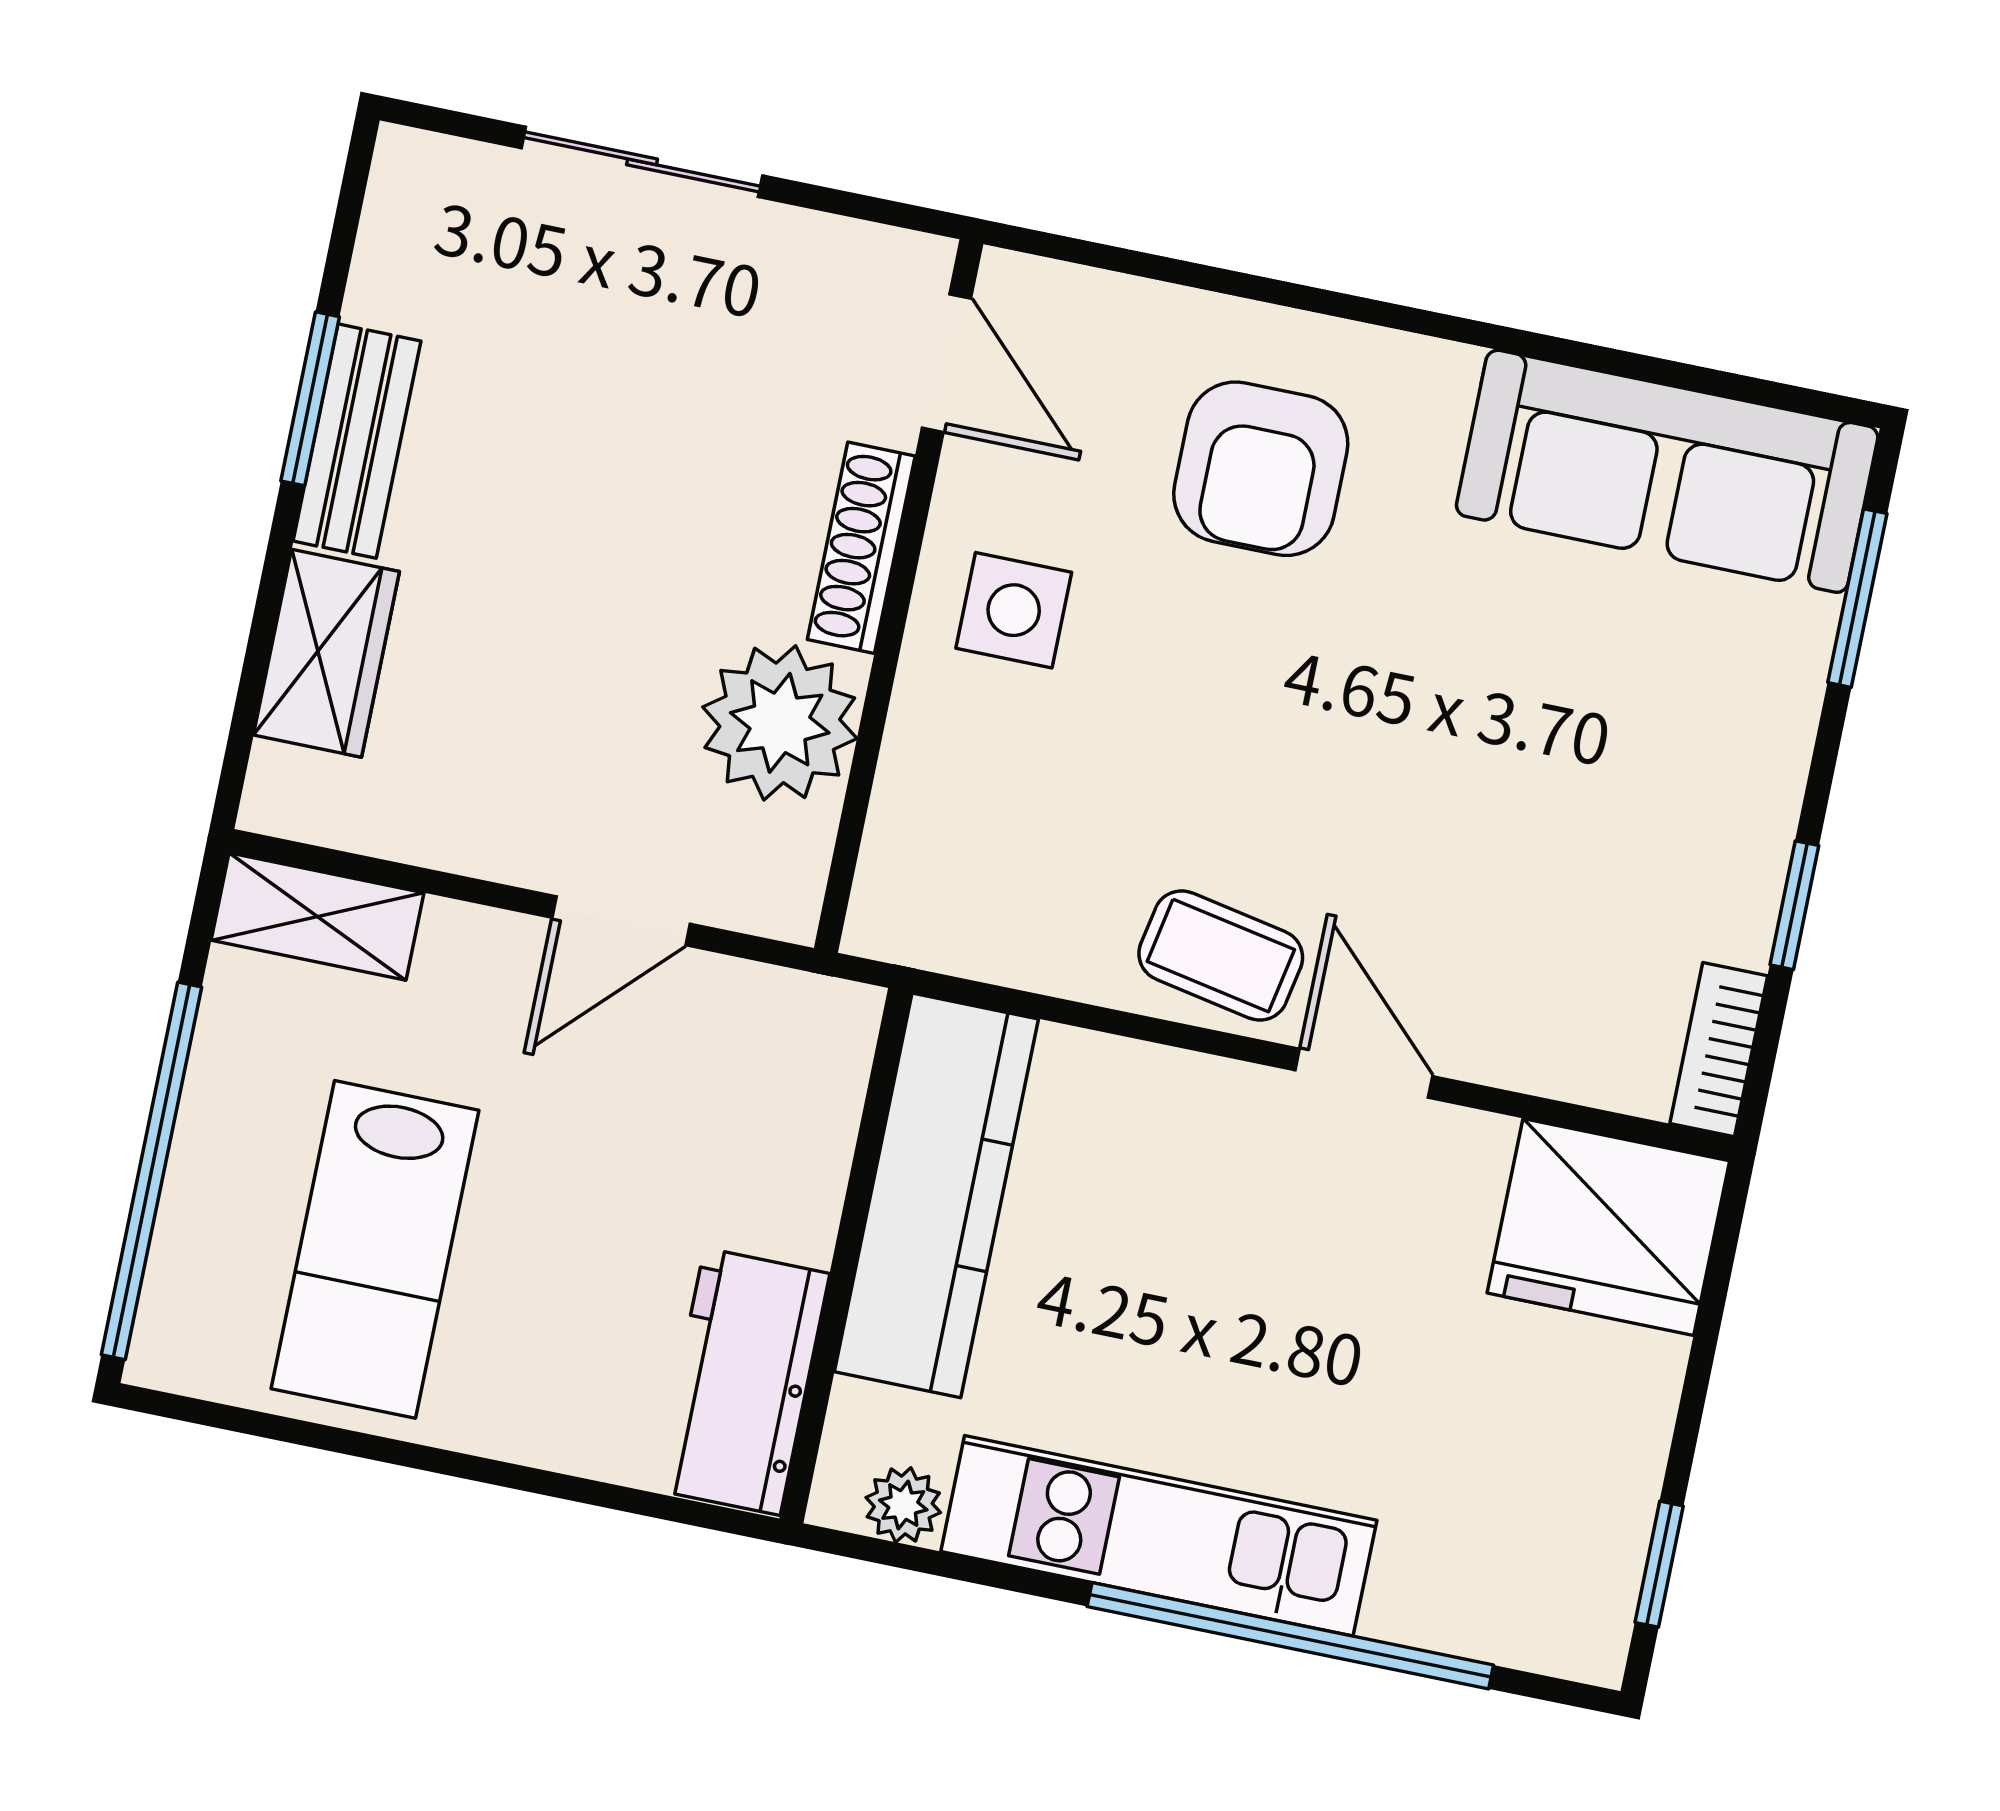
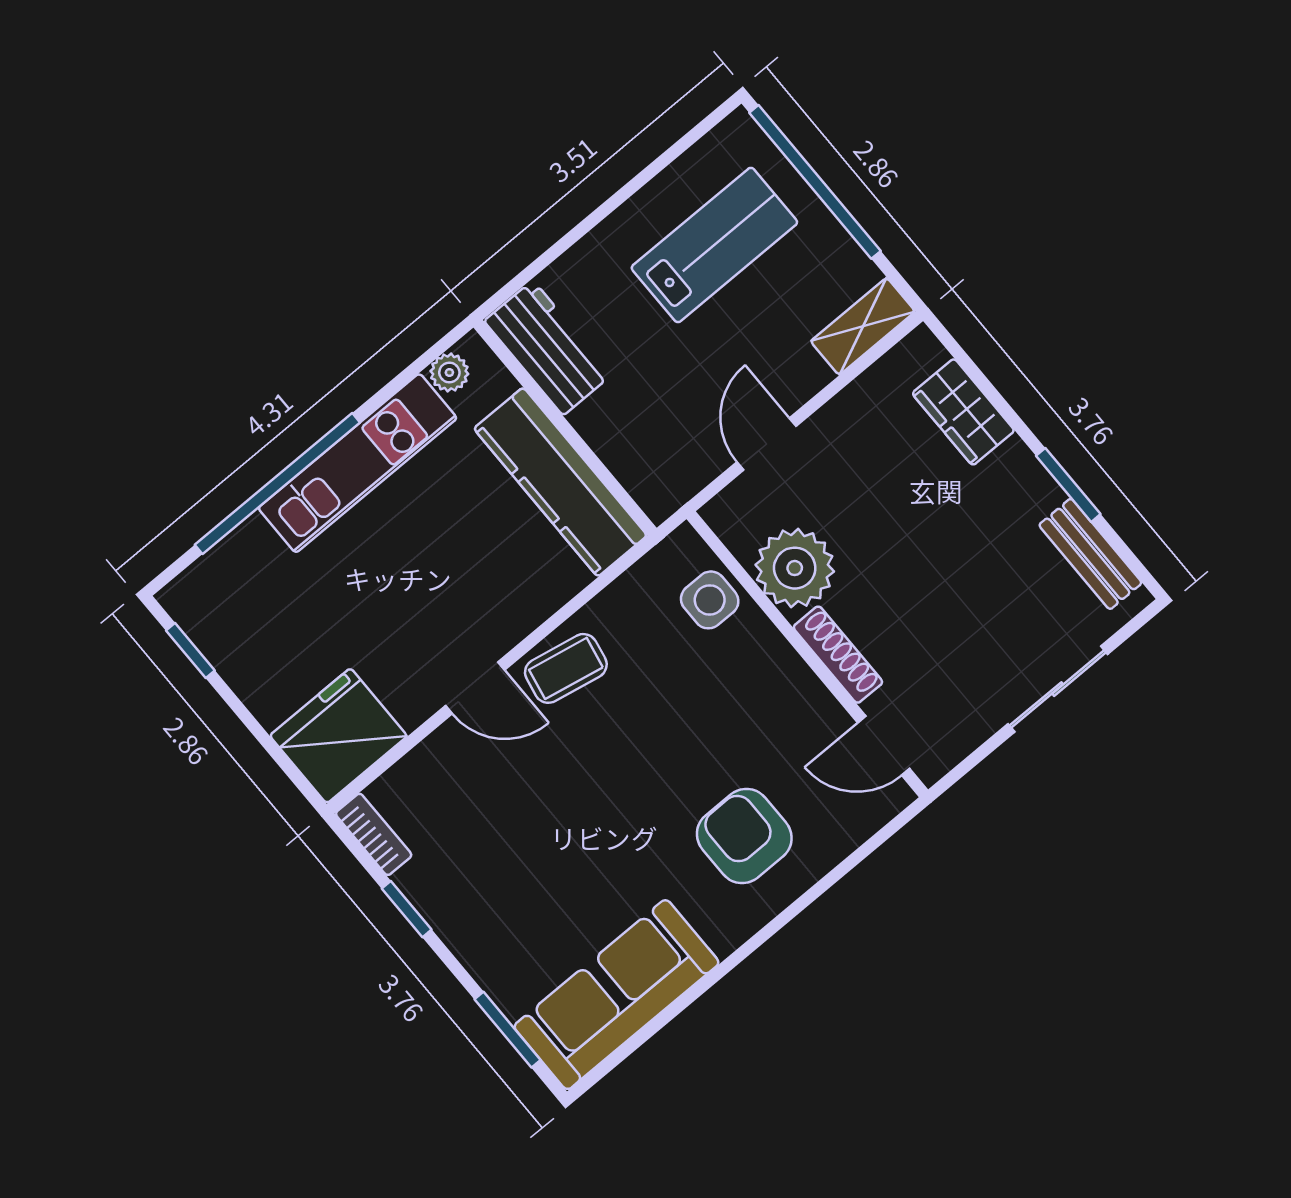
bench: (357, 441) -> (1090, 554), moved
side table: (1014, 610) -> (710, 600), moved
lab bench: (375, 1249) -> (714, 245), turned 90

